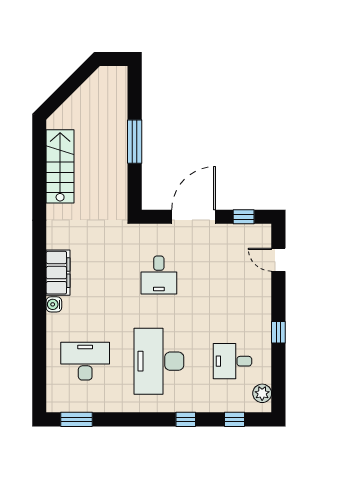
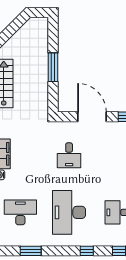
door: (194, 217) -> (92, 117), hinge flipped
window: (77, 419) -> (31, 251), moved

